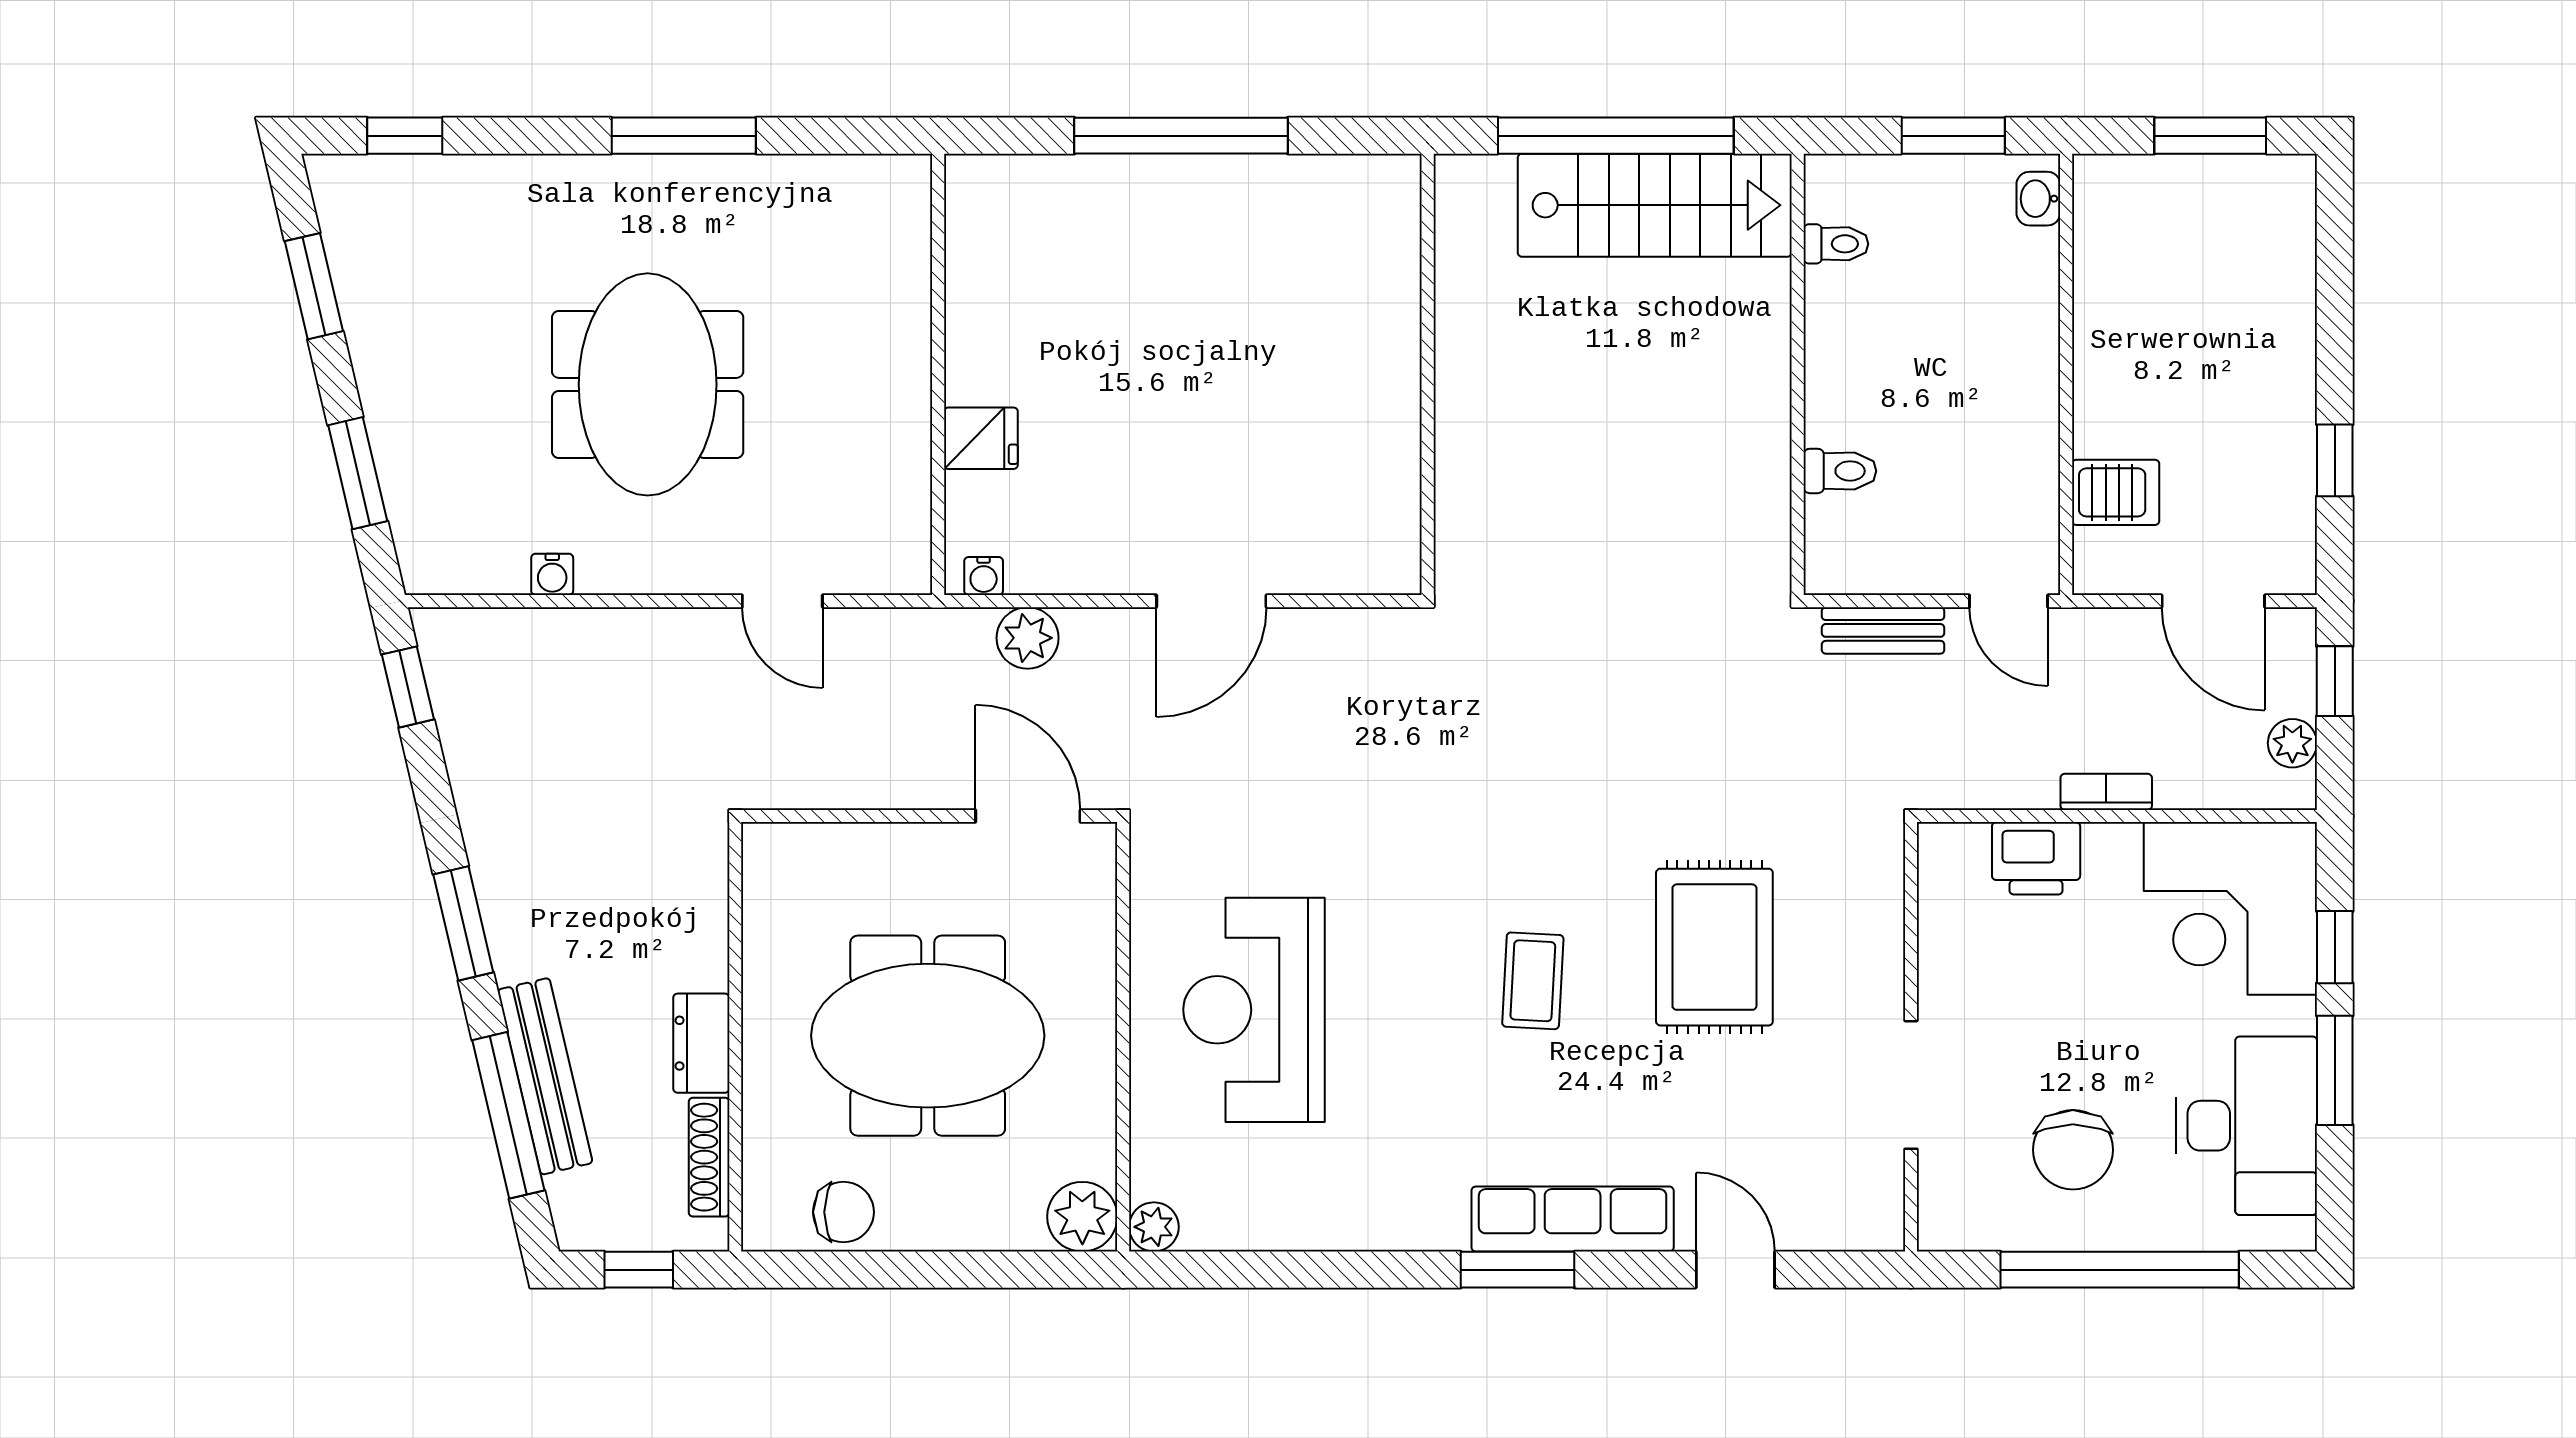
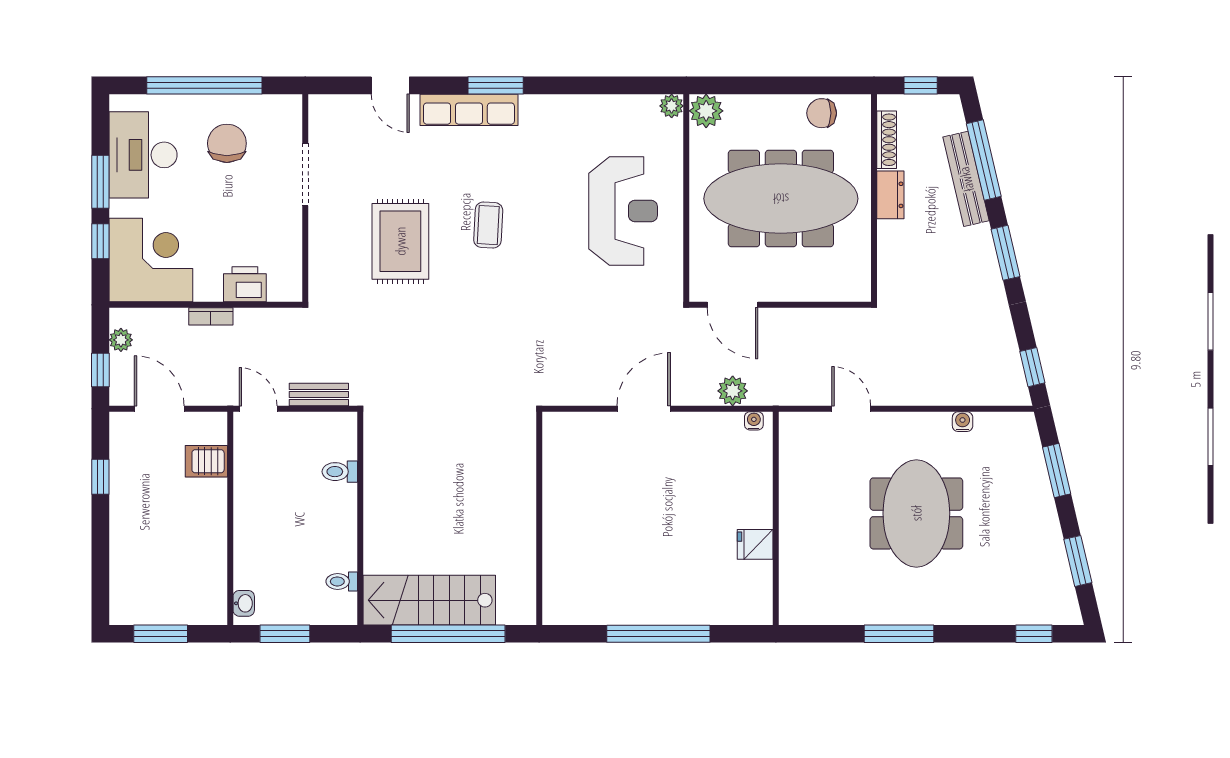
fridge: (981, 438) -> (755, 544), moved
meeting table: (928, 1036) -> (781, 199), width x1.36

